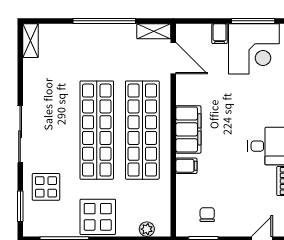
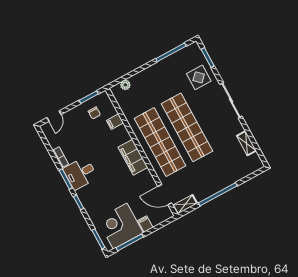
shelving: (30, 41) -> (246, 143), moved
filing cabinet: (186, 166) -> (115, 122), moved
display table: (98, 217) -> (158, 76), removed

